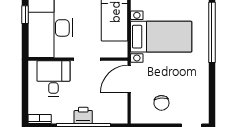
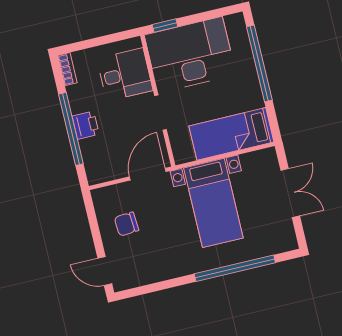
window: (25, 15) -> (165, 26), moved
door: (129, 79) -> (148, 174), hinge flipped

